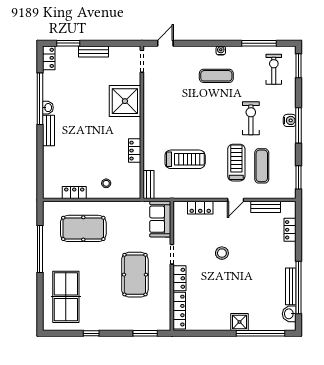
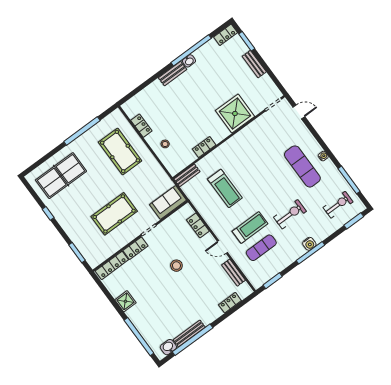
exercise mat: (216, 76) -> (302, 166), width x1.36, depth x1.45
shower: (239, 322) -> (125, 301), moved

